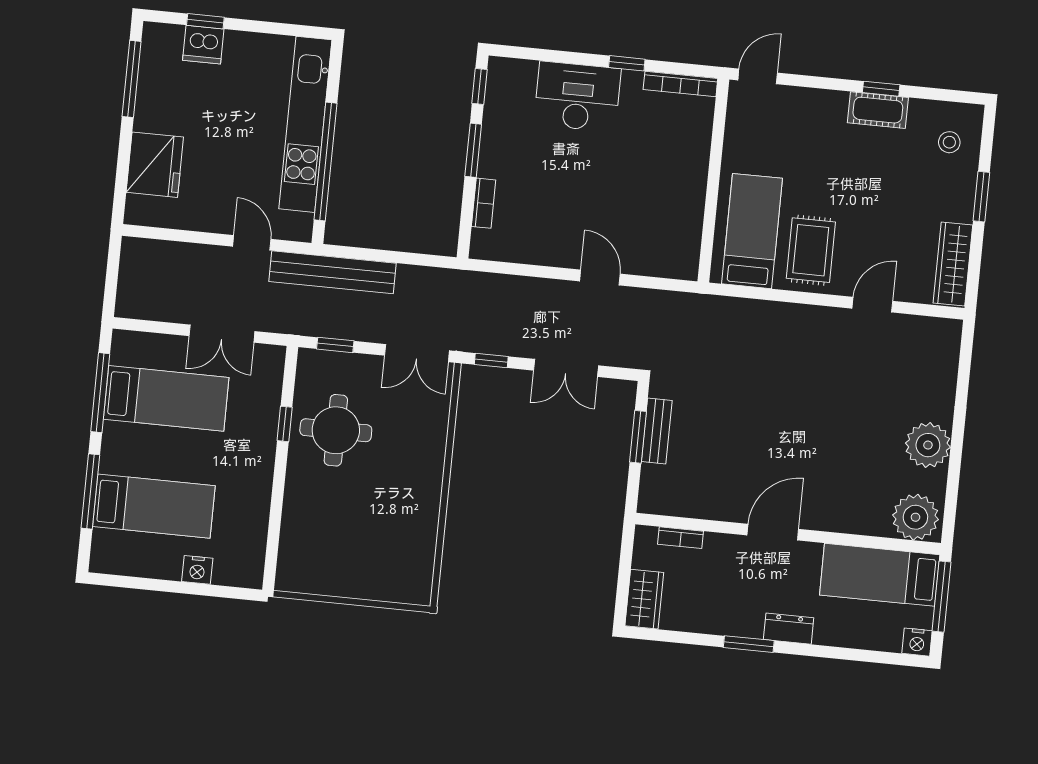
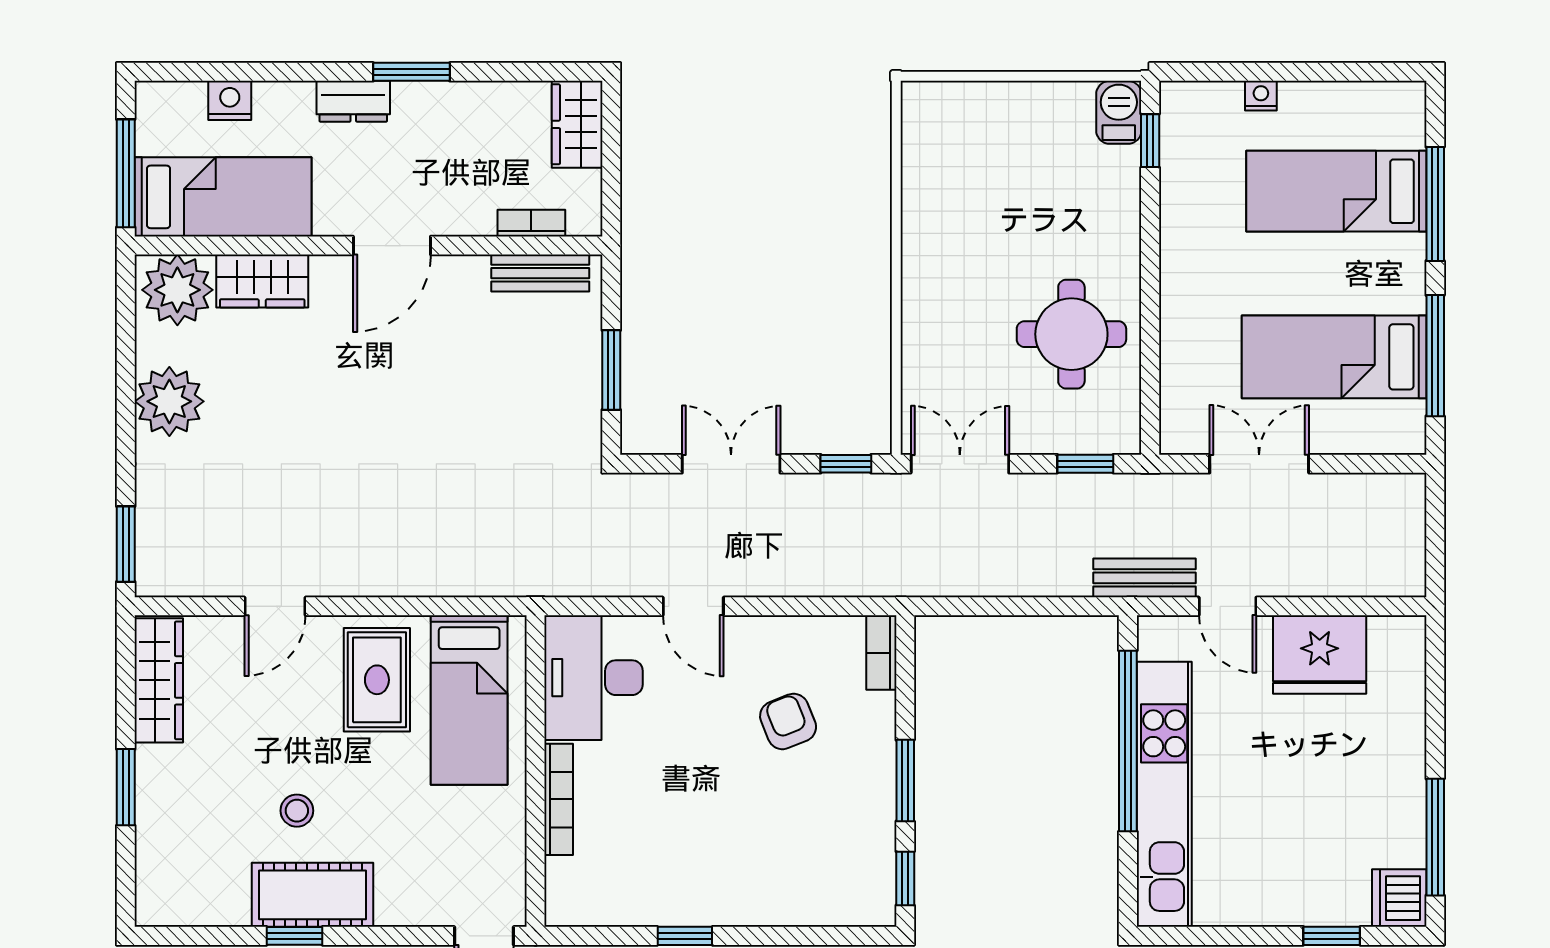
dishwasher: (203, 45) -> (1399, 898), moved, turned -90
bookcase: (680, 84) -> (559, 799), moved, turned 90
desk: (577, 97) -> (593, 678), moved, turned 90
cot: (878, 110) -> (313, 895), width x1.37, depth x1.34
stool: (949, 142) -> (297, 811), moved
fridge: (155, 165) -> (1320, 655), moved, turned -90
armchair: (546, 196) -> (788, 721), added
bookcase: (484, 203) -> (881, 653), moved
bench: (333, 272) -> (1145, 578), width x0.54, depth x0.82
window: (966, 355) -> (126, 544), added
window: (285, 424) -> (1150, 141), moved
bench: (657, 431) -> (540, 273), moved, turned 90
wardrobe: (860, 517) -> (262, 281), added
nightstand: (197, 570) -> (1261, 96), width x0.72, depth x0.74
barbecue: (291, 572) -> (1119, 112), added
nightstand: (917, 642) -> (230, 100), moved

